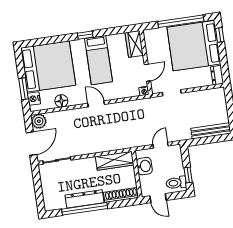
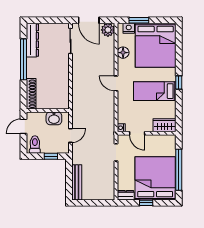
window: (220, 35) -> (146, 203), moved
door: (96, 104) -> (116, 83), swing flipped
door: (161, 145) -> (70, 136), hinge flipped
wardrobe: (115, 161) -> (63, 92), removed
window: (188, 175) -> (51, 156), moved
dresser: (85, 199) -> (32, 40), moved

